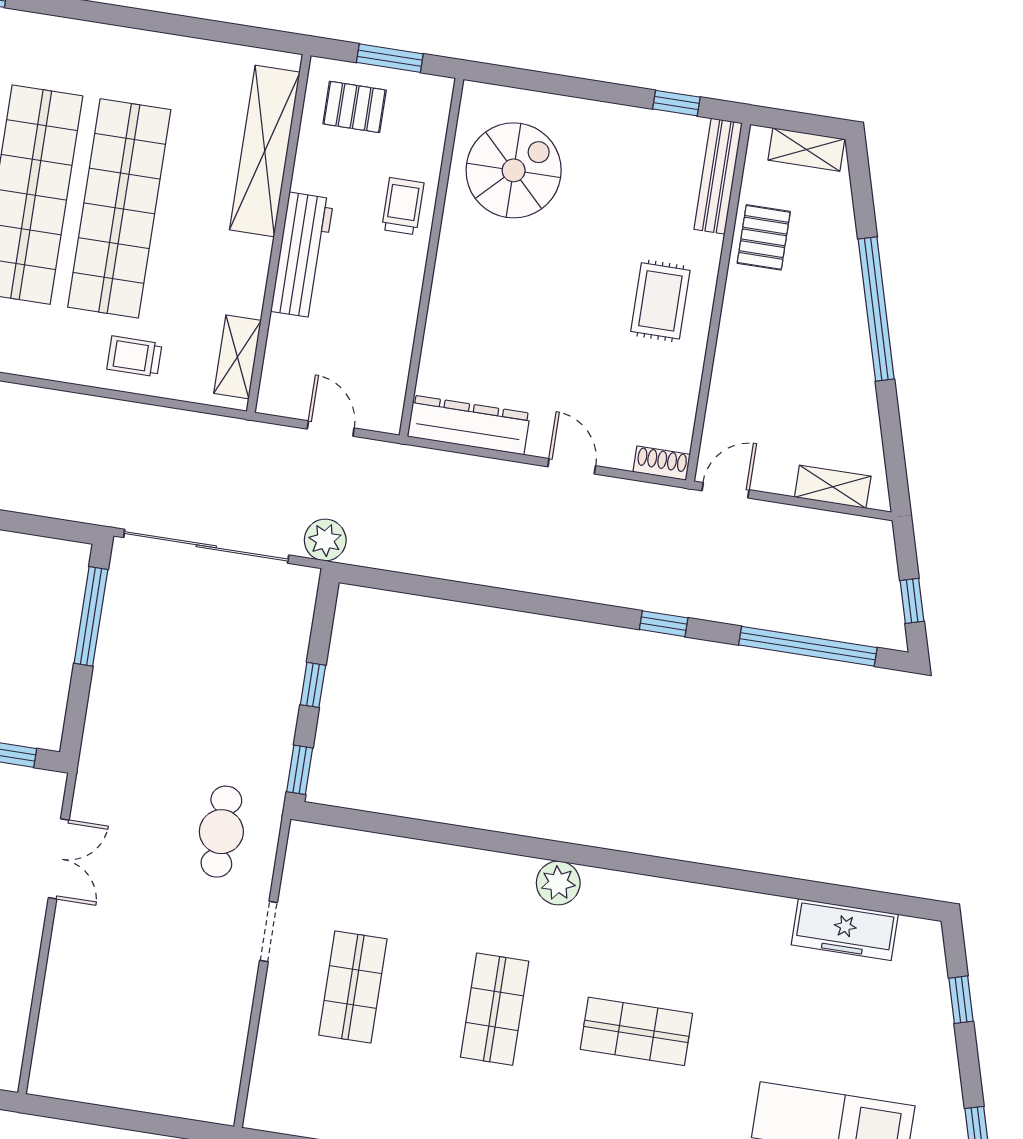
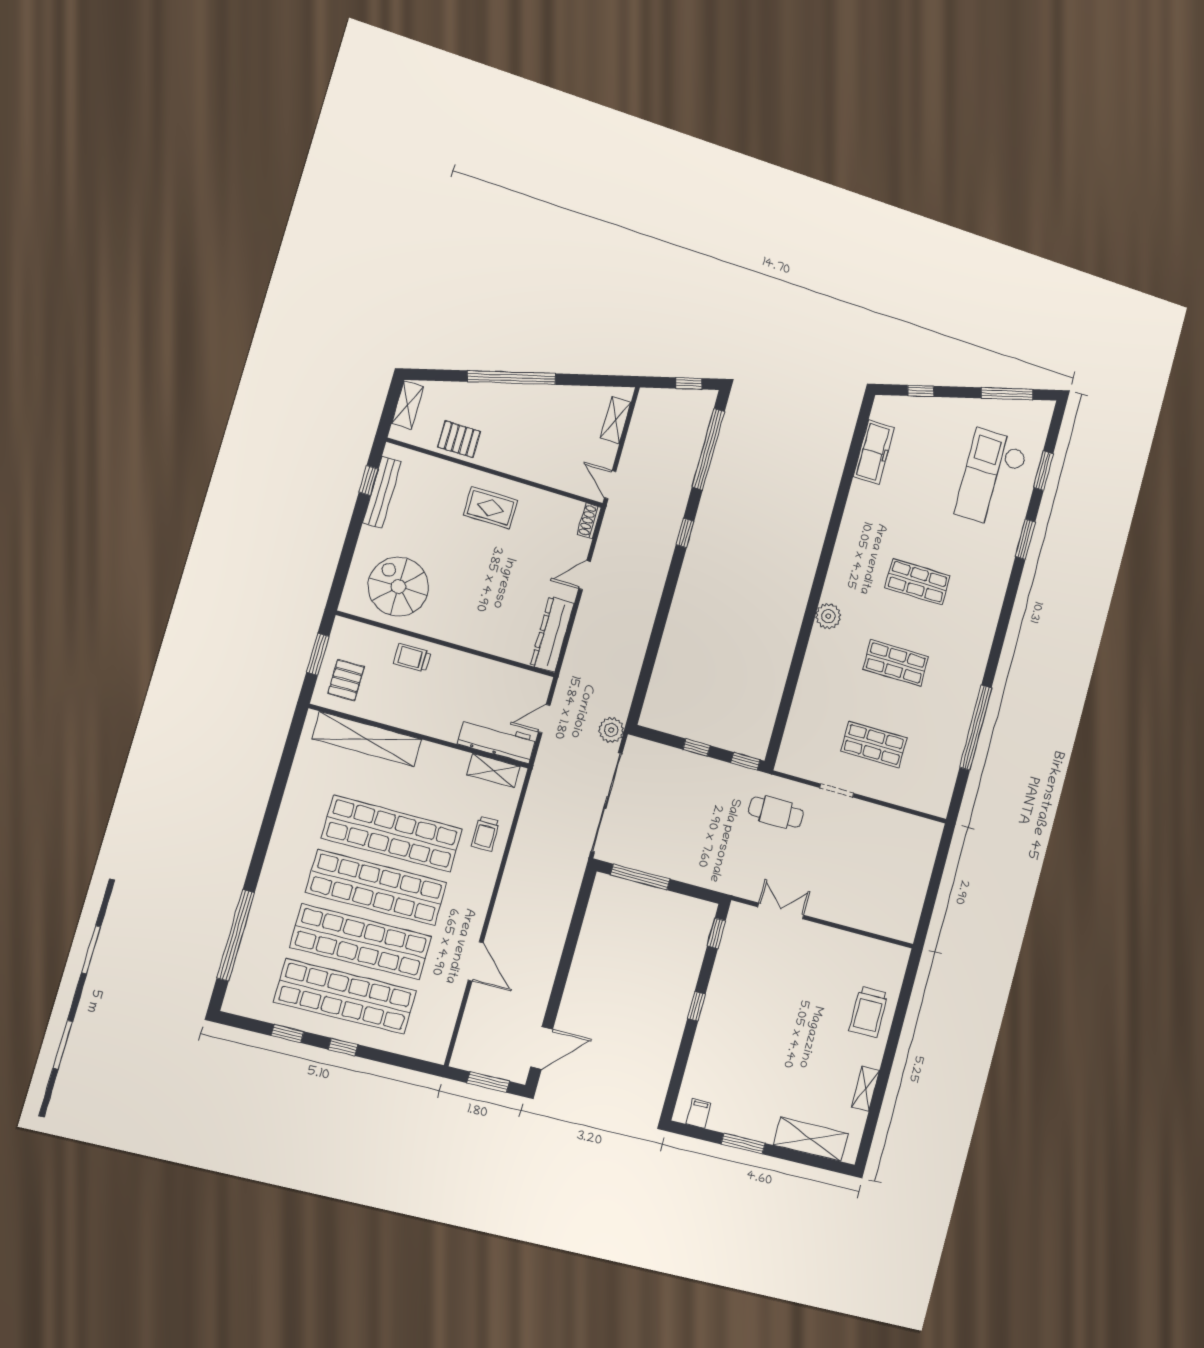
bench: (718, 176) -> (382, 492), moved, turned 90
workbench: (302, 255) -> (497, 741), moved
shop shelf: (636, 1031) -> (917, 582), turned 90

